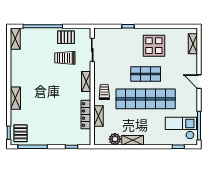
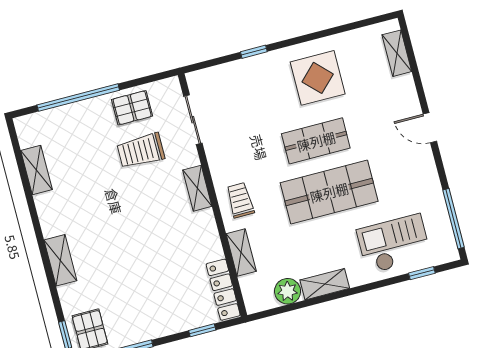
shelving: (15, 39) -> (36, 170), moved
shop shelf: (146, 99) -> (329, 192), width x0.71
locker: (86, 115) -> (223, 290), moved
checkout: (181, 128) -> (394, 244), moved

